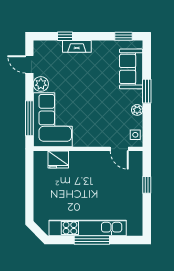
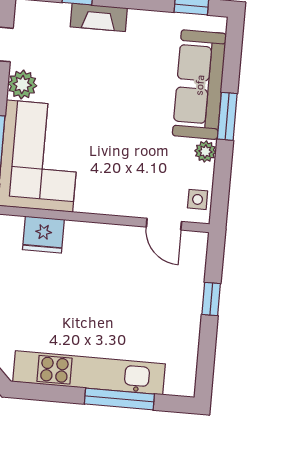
sofa: (131, 69) -> (199, 85), width x1.36
window: (92, 240) -> (119, 399), moved

